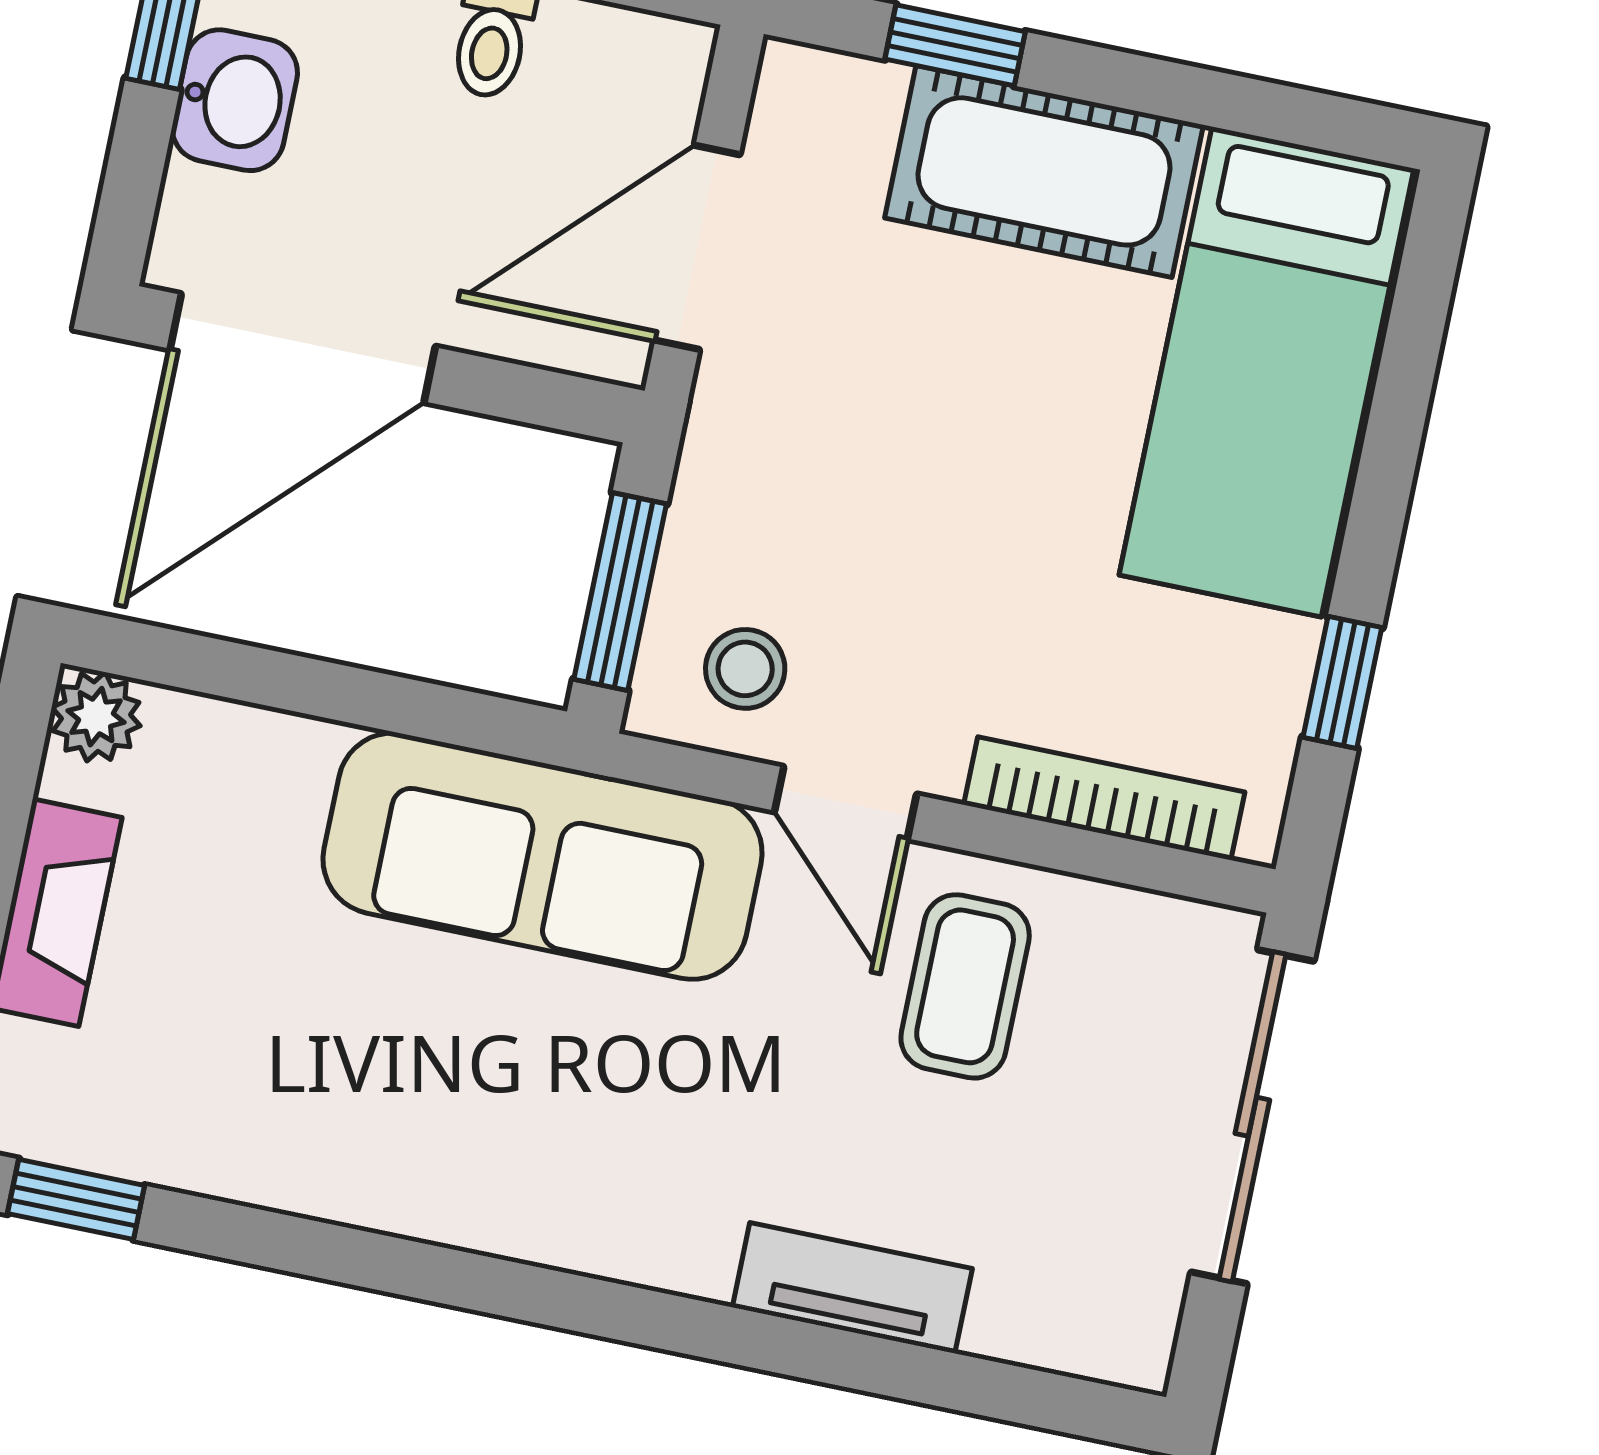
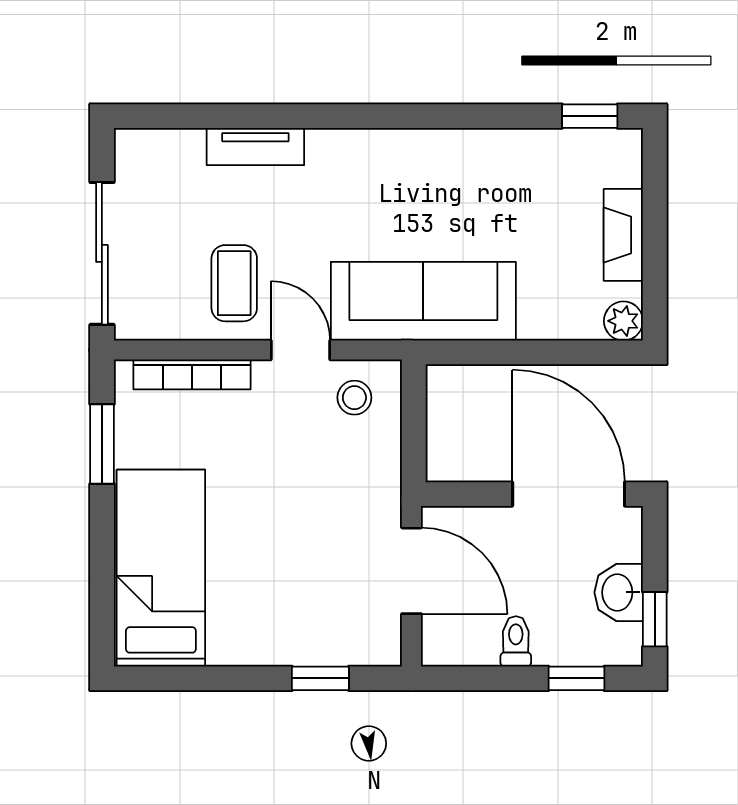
cot: (1044, 171) -> (272, 633), removed
door: (697, 247) -> (411, 571), hinge flipped
door: (303, 348) -> (569, 494), hinge flipped
window: (620, 592) -> (414, 419), removed
window: (1342, 682) -> (102, 444), width x1.50

